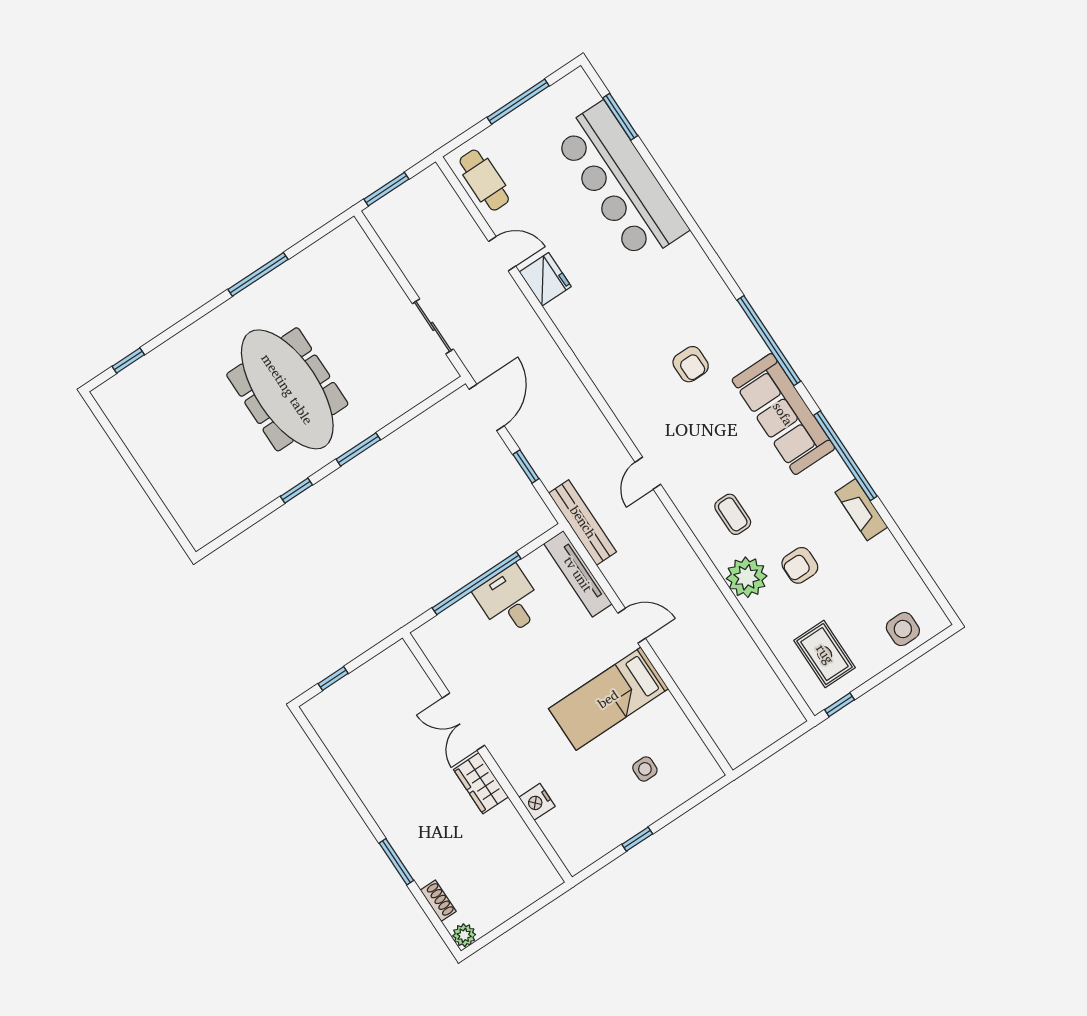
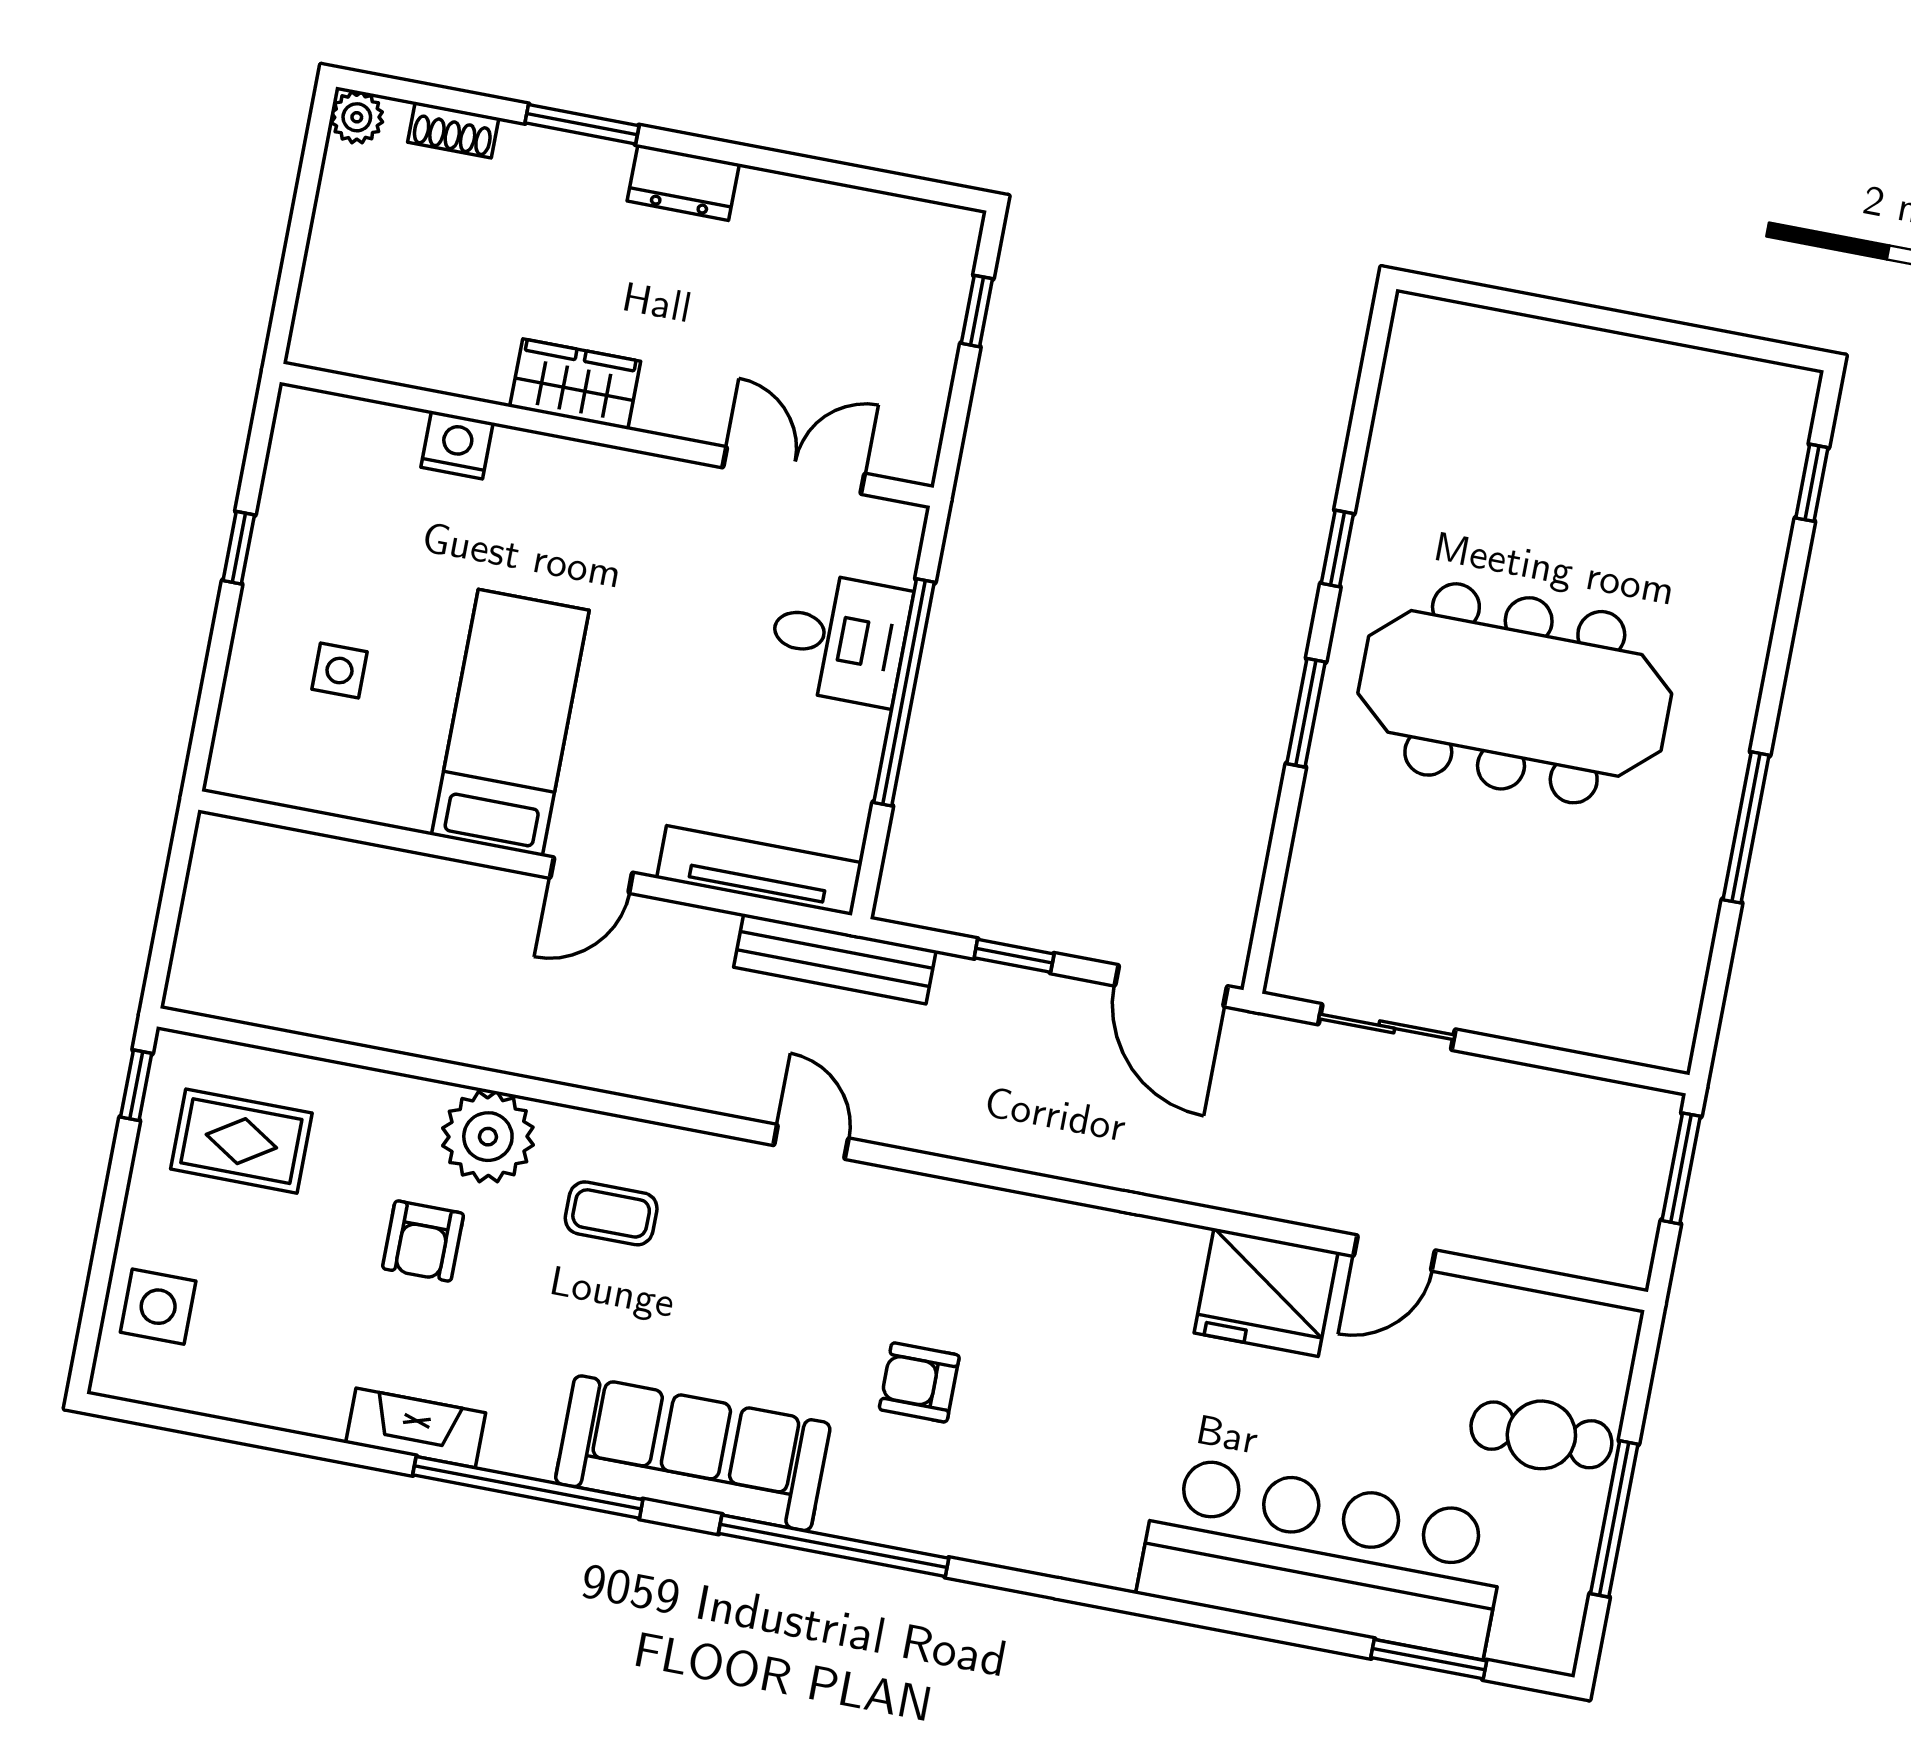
cafe table: (484, 180) -> (1541, 1435), moved
fridge: (545, 279) -> (1266, 1292), width x1.36, depth x1.34
armchair: (800, 565) -> (423, 1241), turned 180
desk: (509, 601) -> (839, 638), moved
double door: (463, 722) -> (794, 471), moved
dresser: (383, 812) -> (683, 182), added

